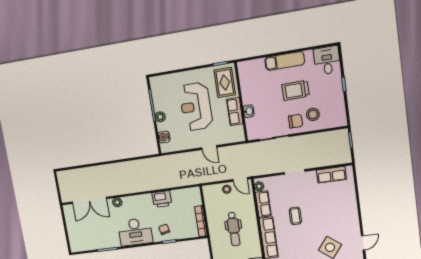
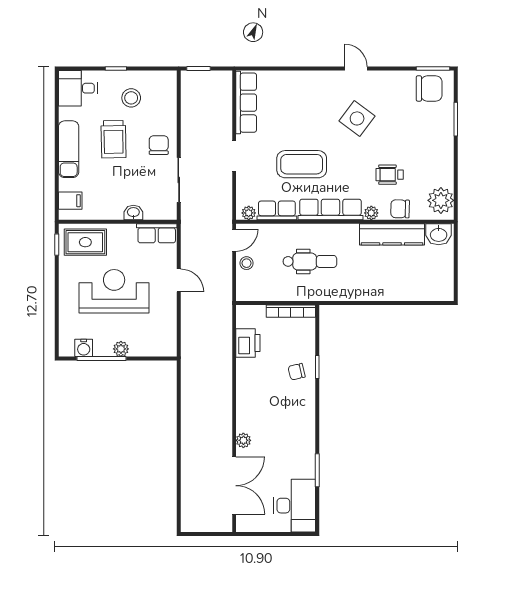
filing cabinet: (250, 68) -> (70, 201), added
reception desk: (196, 107) -> (114, 291), turned 180
row of seats: (235, 111) -> (157, 233), moved
stool: (313, 114) -> (131, 98), moved
water cooler: (164, 137) -> (84, 348), moved
door: (209, 148) -> (179, 280), hinge flipped
row of seats: (331, 175) -> (246, 103), width x1.48
printer: (162, 199) -> (248, 343), moved
coffee table: (295, 216) -> (302, 164), width x1.86, depth x1.72
desk: (135, 232) -> (295, 506), moved

